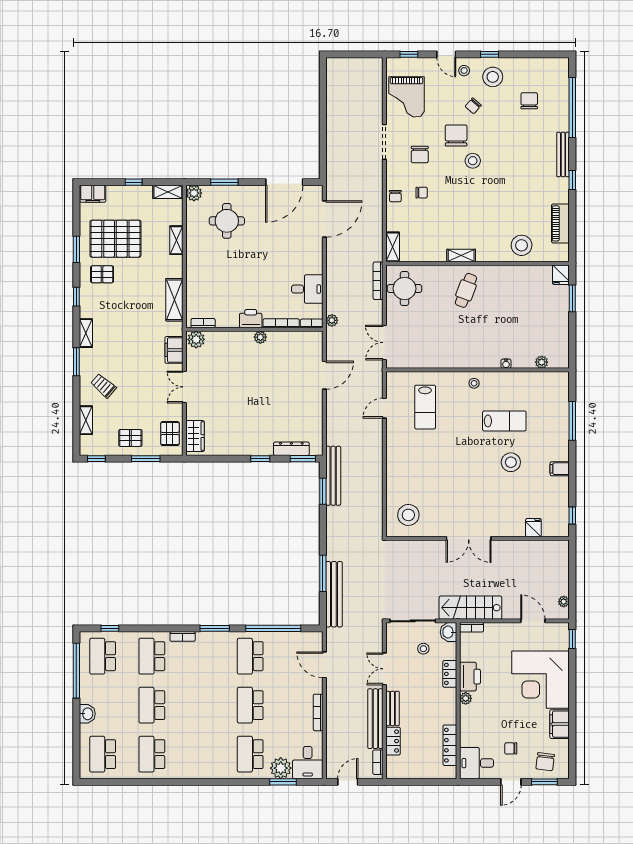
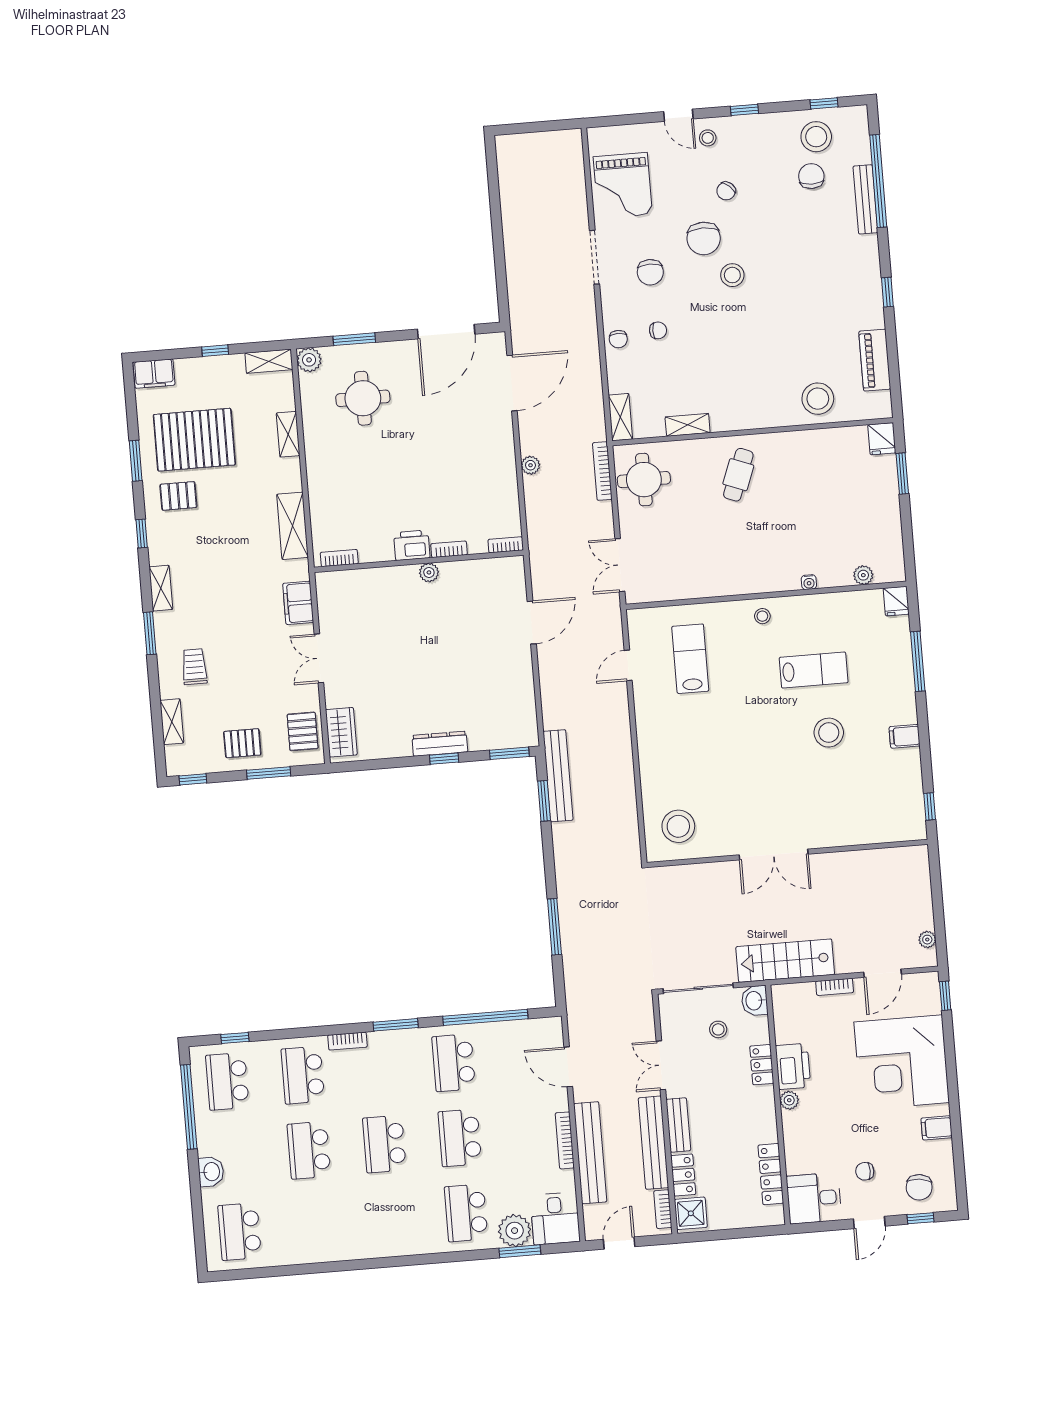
window: (409, 54) -> (824, 103), moved
stool: (493, 77) -> (816, 137), moved
chair: (456, 135) -> (704, 238), turned 180
bench: (563, 155) -> (865, 199), moved
shelving: (461, 255) -> (688, 425), moved
desk: (307, 289) -> (495, 493), removed
plant: (332, 320) -> (530, 465), moved
bookcase: (281, 323) -> (449, 549), width x0.64
plant: (196, 339) -> (331, 584), removed
trolley: (103, 386) -> (194, 667), turned 49
lab bench: (425, 407) -> (690, 659), turned 180
dresser: (291, 449) -> (440, 744), moved
fridge: (533, 528) -> (896, 601), moved, turned 180
bench: (334, 594) -> (590, 1153), moved
door: (533, 621) -> (883, 973), swing flipped
bookcase: (472, 627) -> (835, 987), moved
filing cabinet: (560, 724) -> (937, 1128), width x0.50
school desk: (152, 754) -> (384, 1144), moved
shower: (396, 766) -> (691, 1213), added
window: (544, 782) -> (920, 1218), width x0.67

